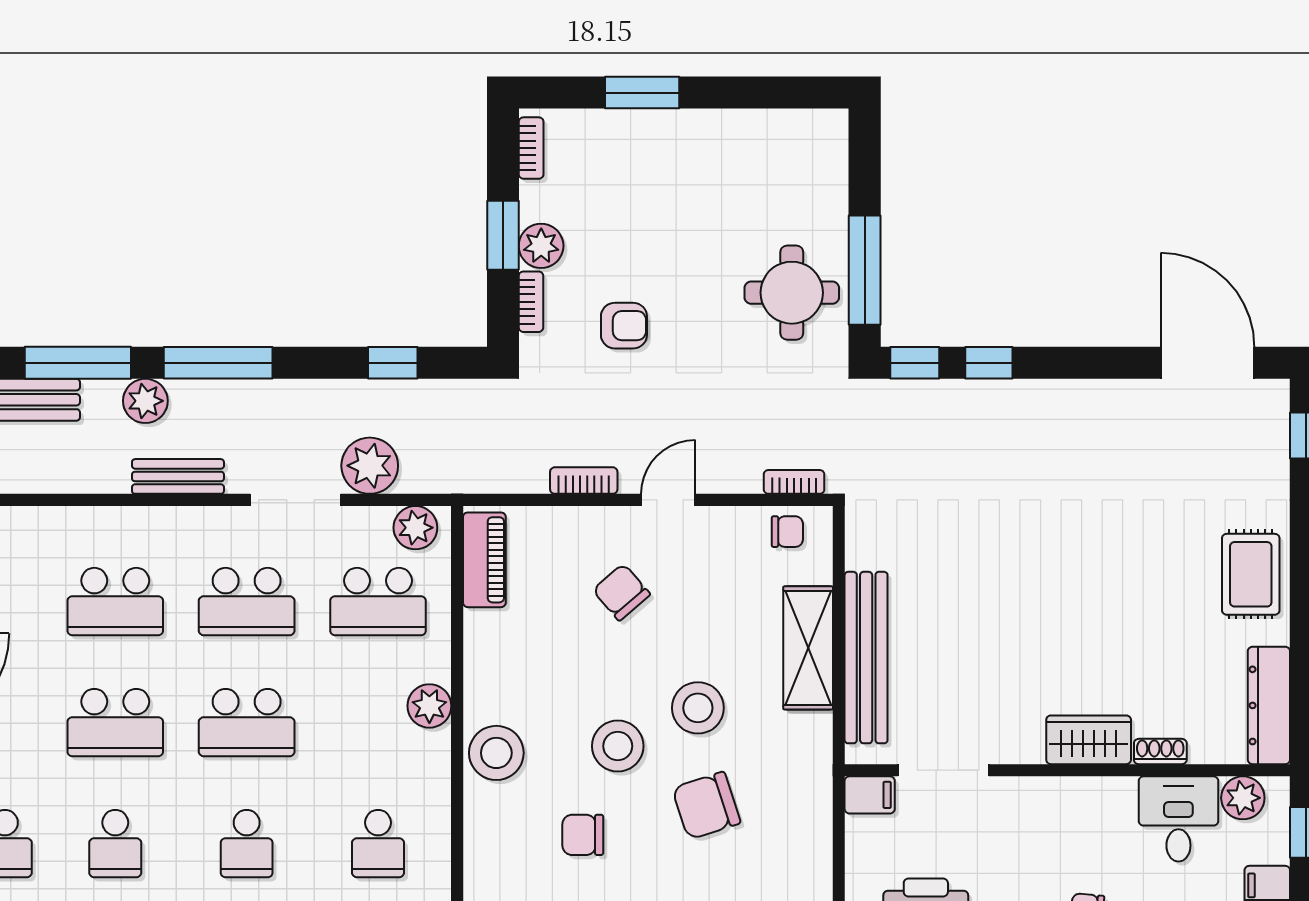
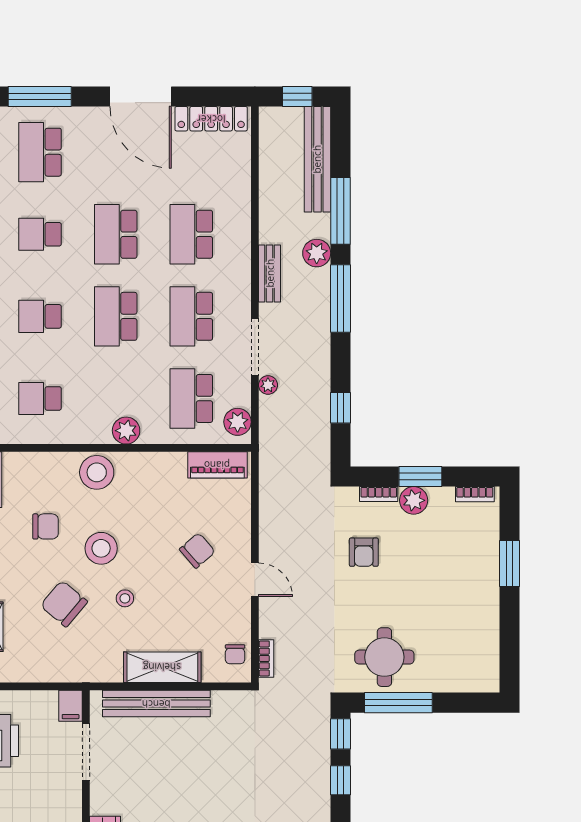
plant: (370, 466) -> (268, 385), width x0.53, depth x0.53
bookcase: (584, 481) -> (267, 527), removed
stool: (698, 708) -> (125, 598), width x0.53, depth x0.53
chair: (706, 806) -> (64, 604), turned -32
chair: (583, 835) -> (46, 526), turned 90

